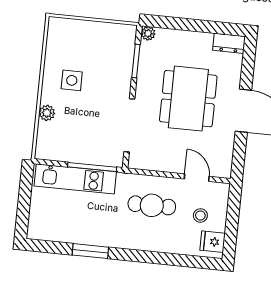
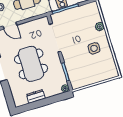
dresser: (229, 43) -> (36, 96), moved

